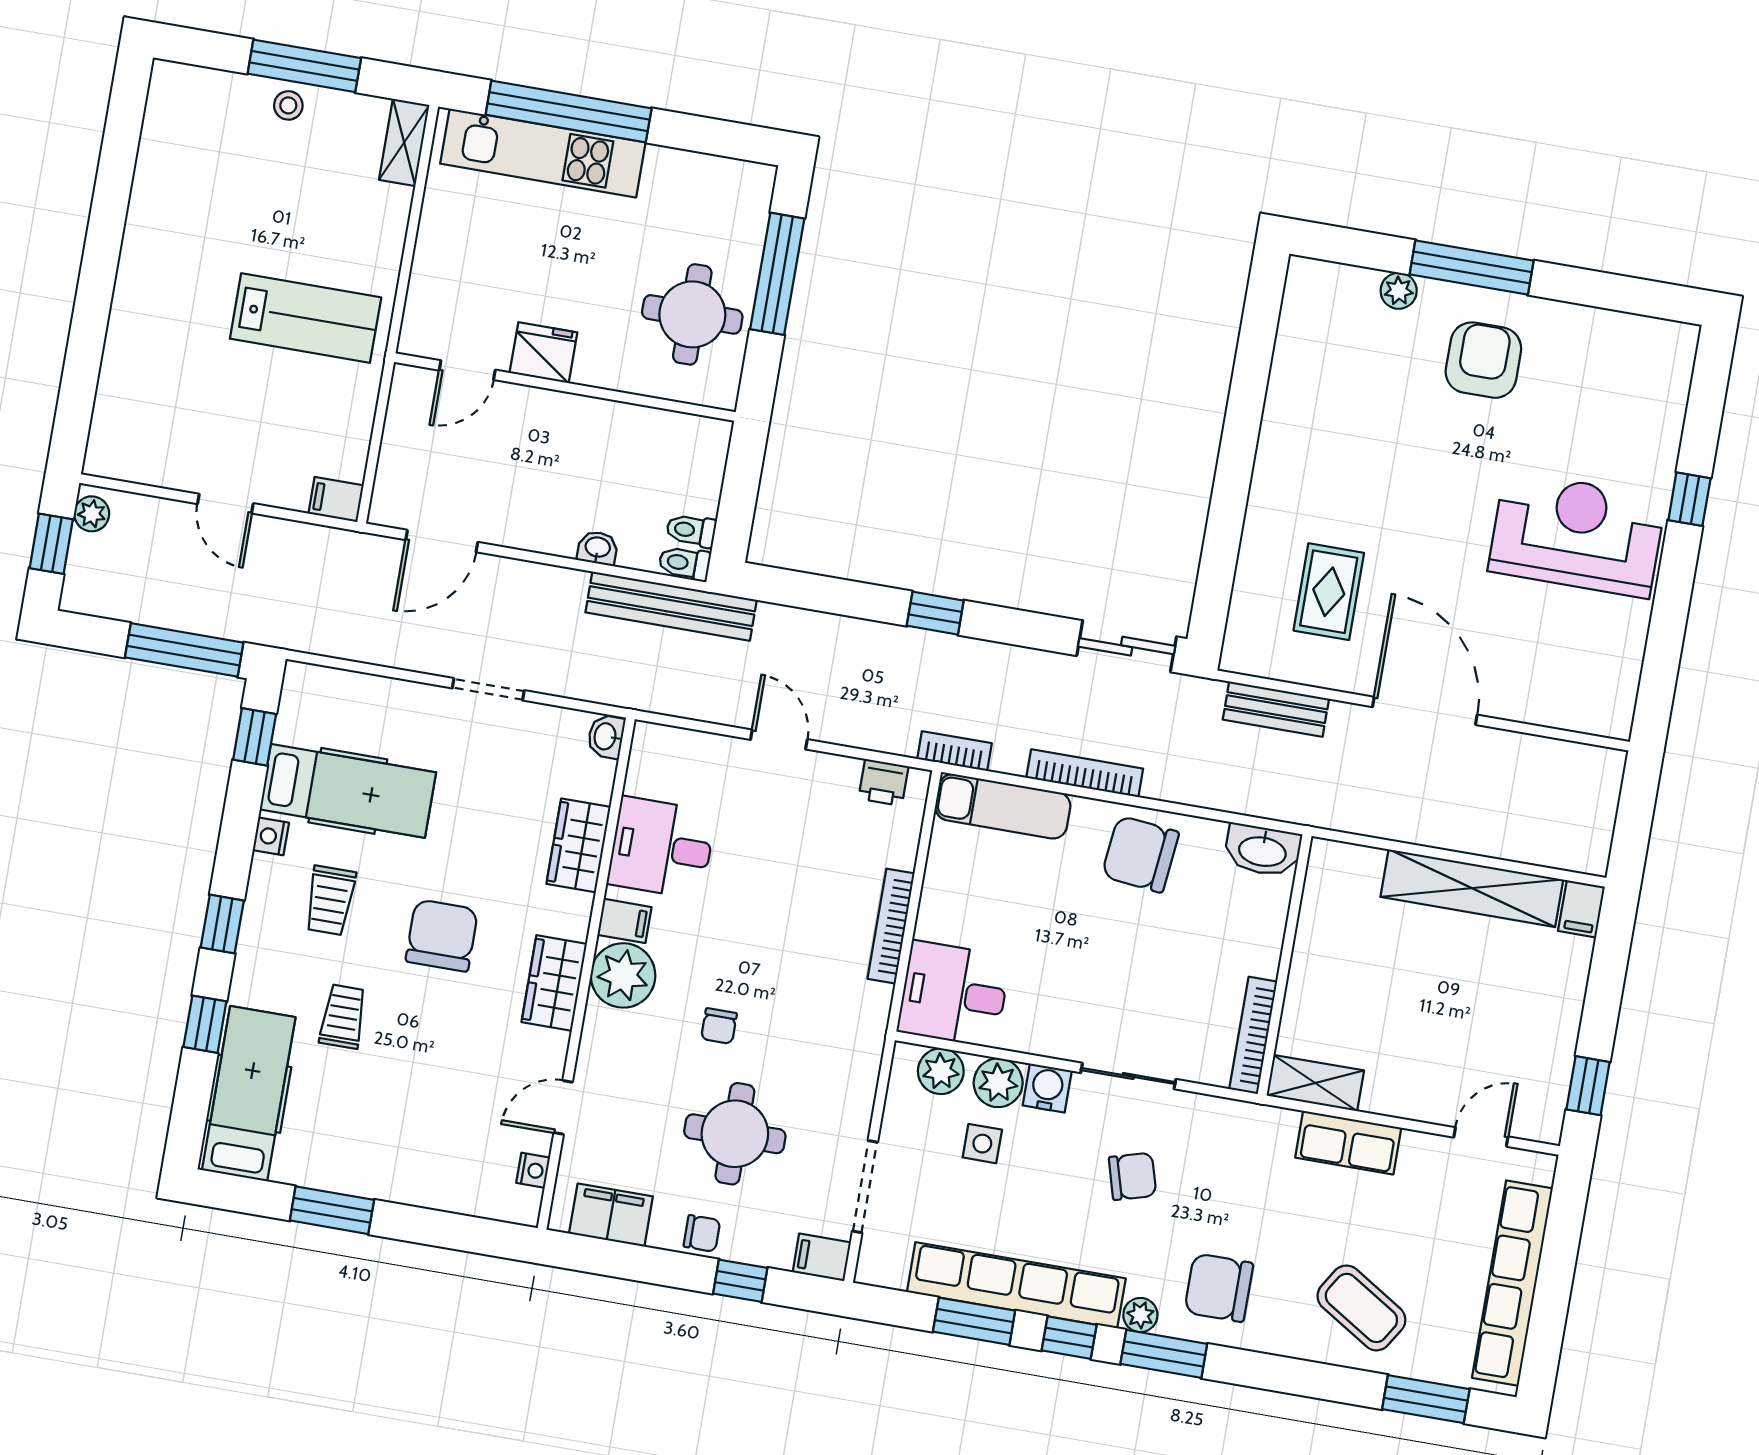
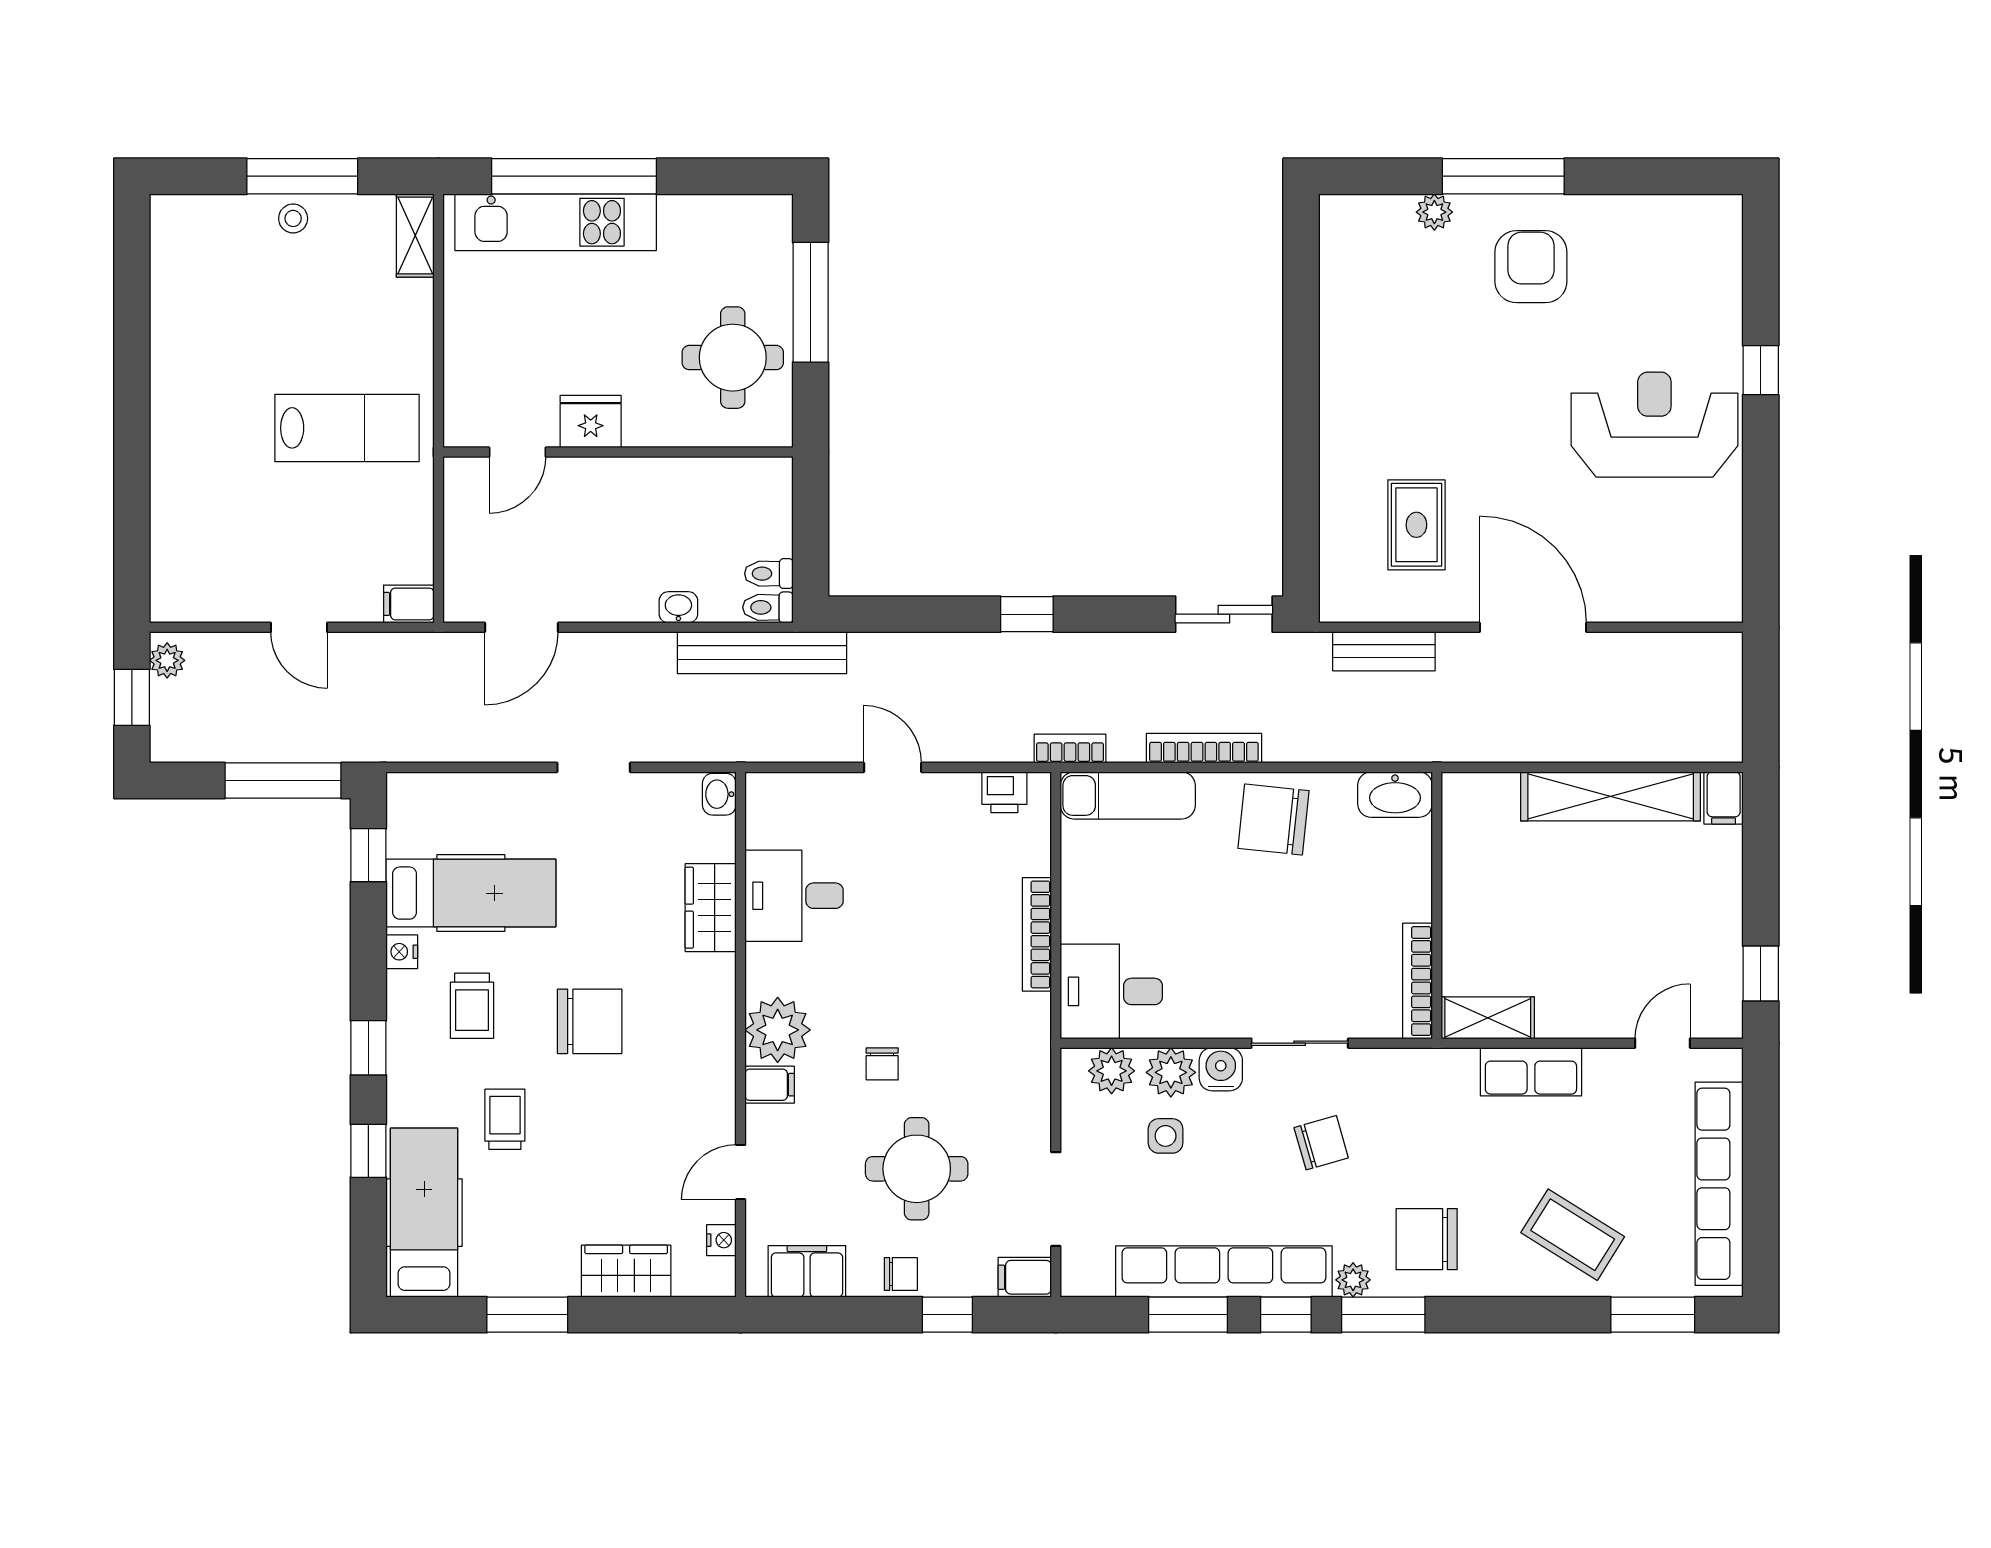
filing cabinet: (624, 921) -> (770, 1085), moved
chair: (442, 935) -> (590, 1021), turned 90
wardrobe: (554, 983) -> (626, 1271), moved, turned 90

